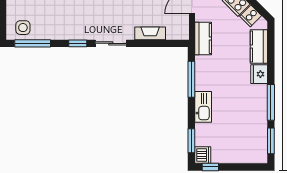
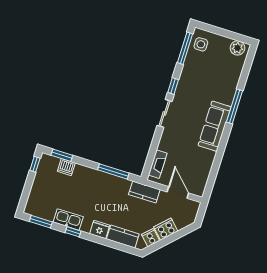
fireplace: (150, 33) -> (158, 164), moved
window: (271, 102) -> (73, 232), width x0.46
kitchen sink: (203, 107) -> (68, 219), moved, turned 180
dishwasher: (203, 155) -> (66, 167), moved

